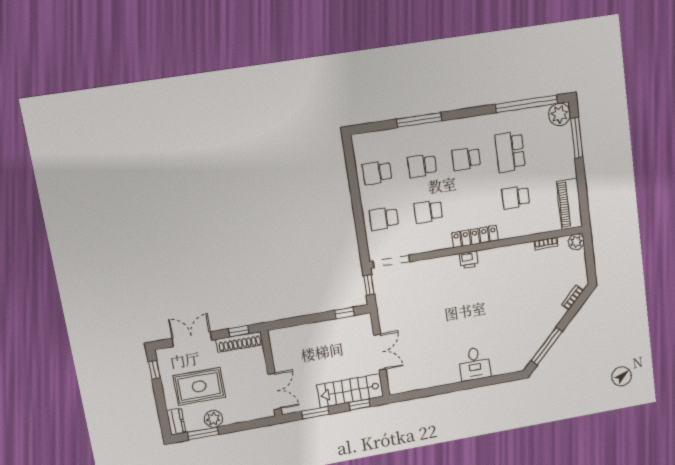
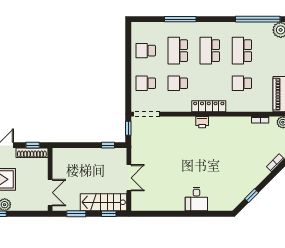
school desk: (466, 159) -> (210, 51), width x1.85
school desk: (422, 166) -> (178, 51), width x1.85
window: (547, 346) -> (252, 196), width x0.46

